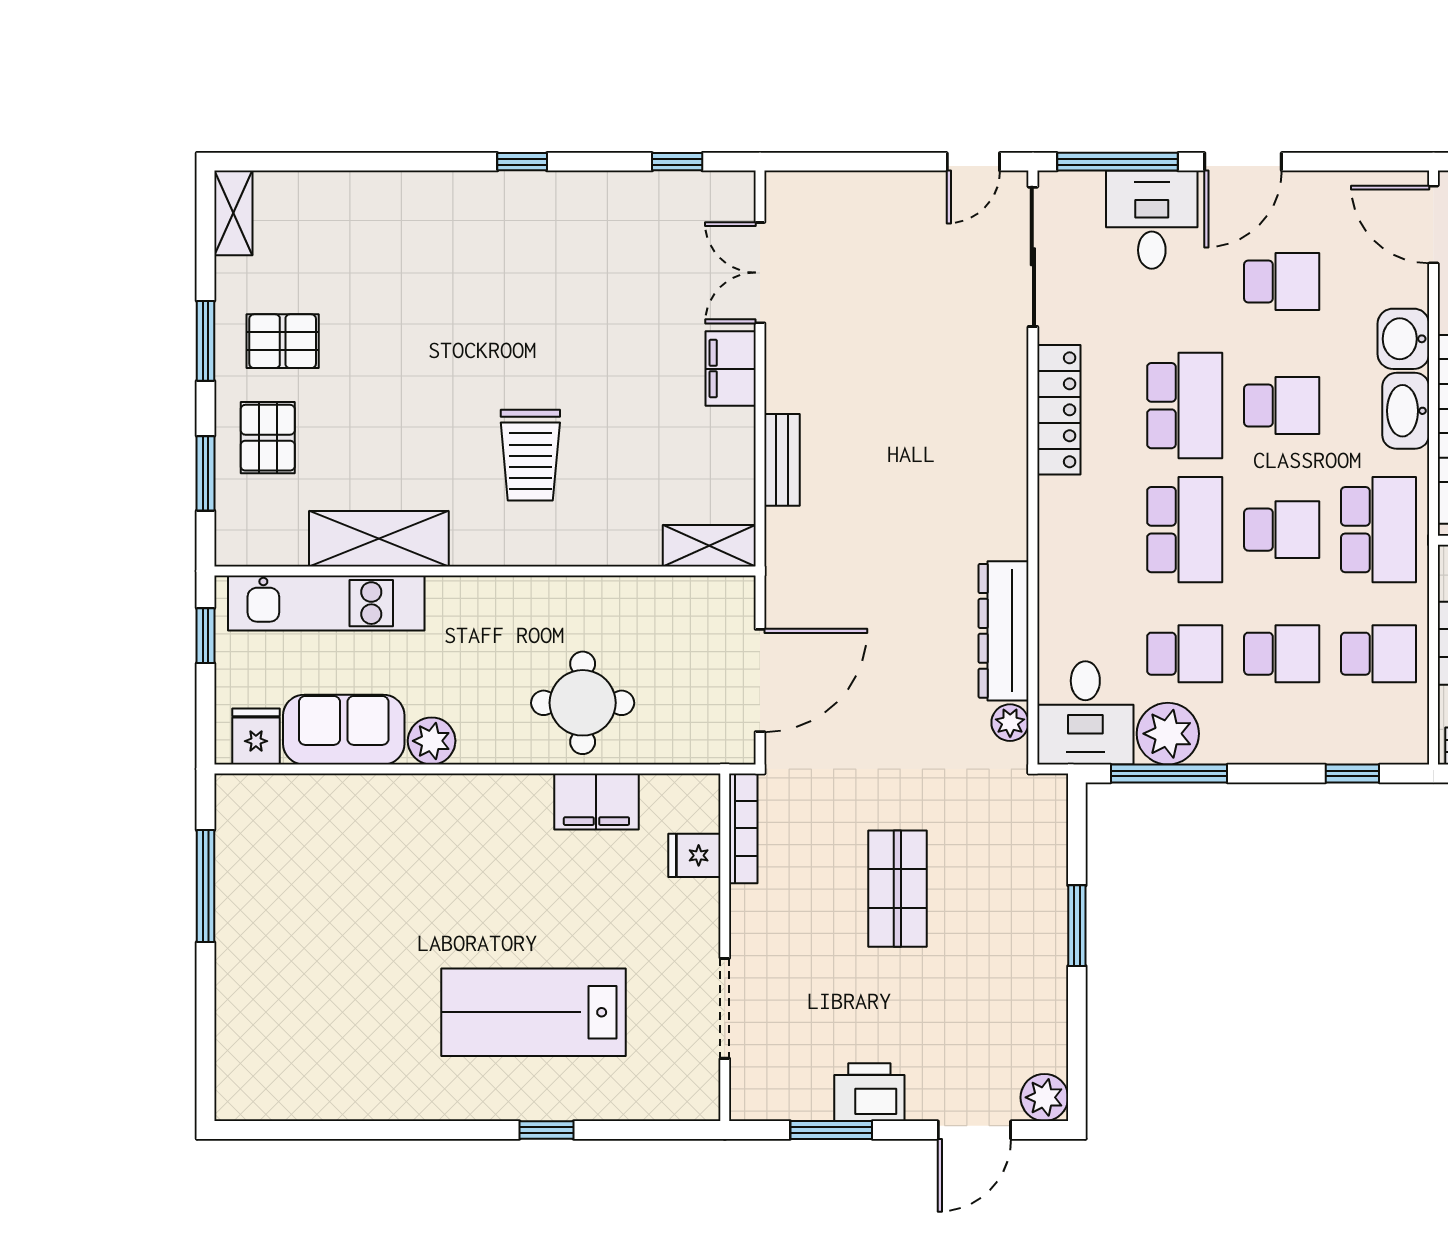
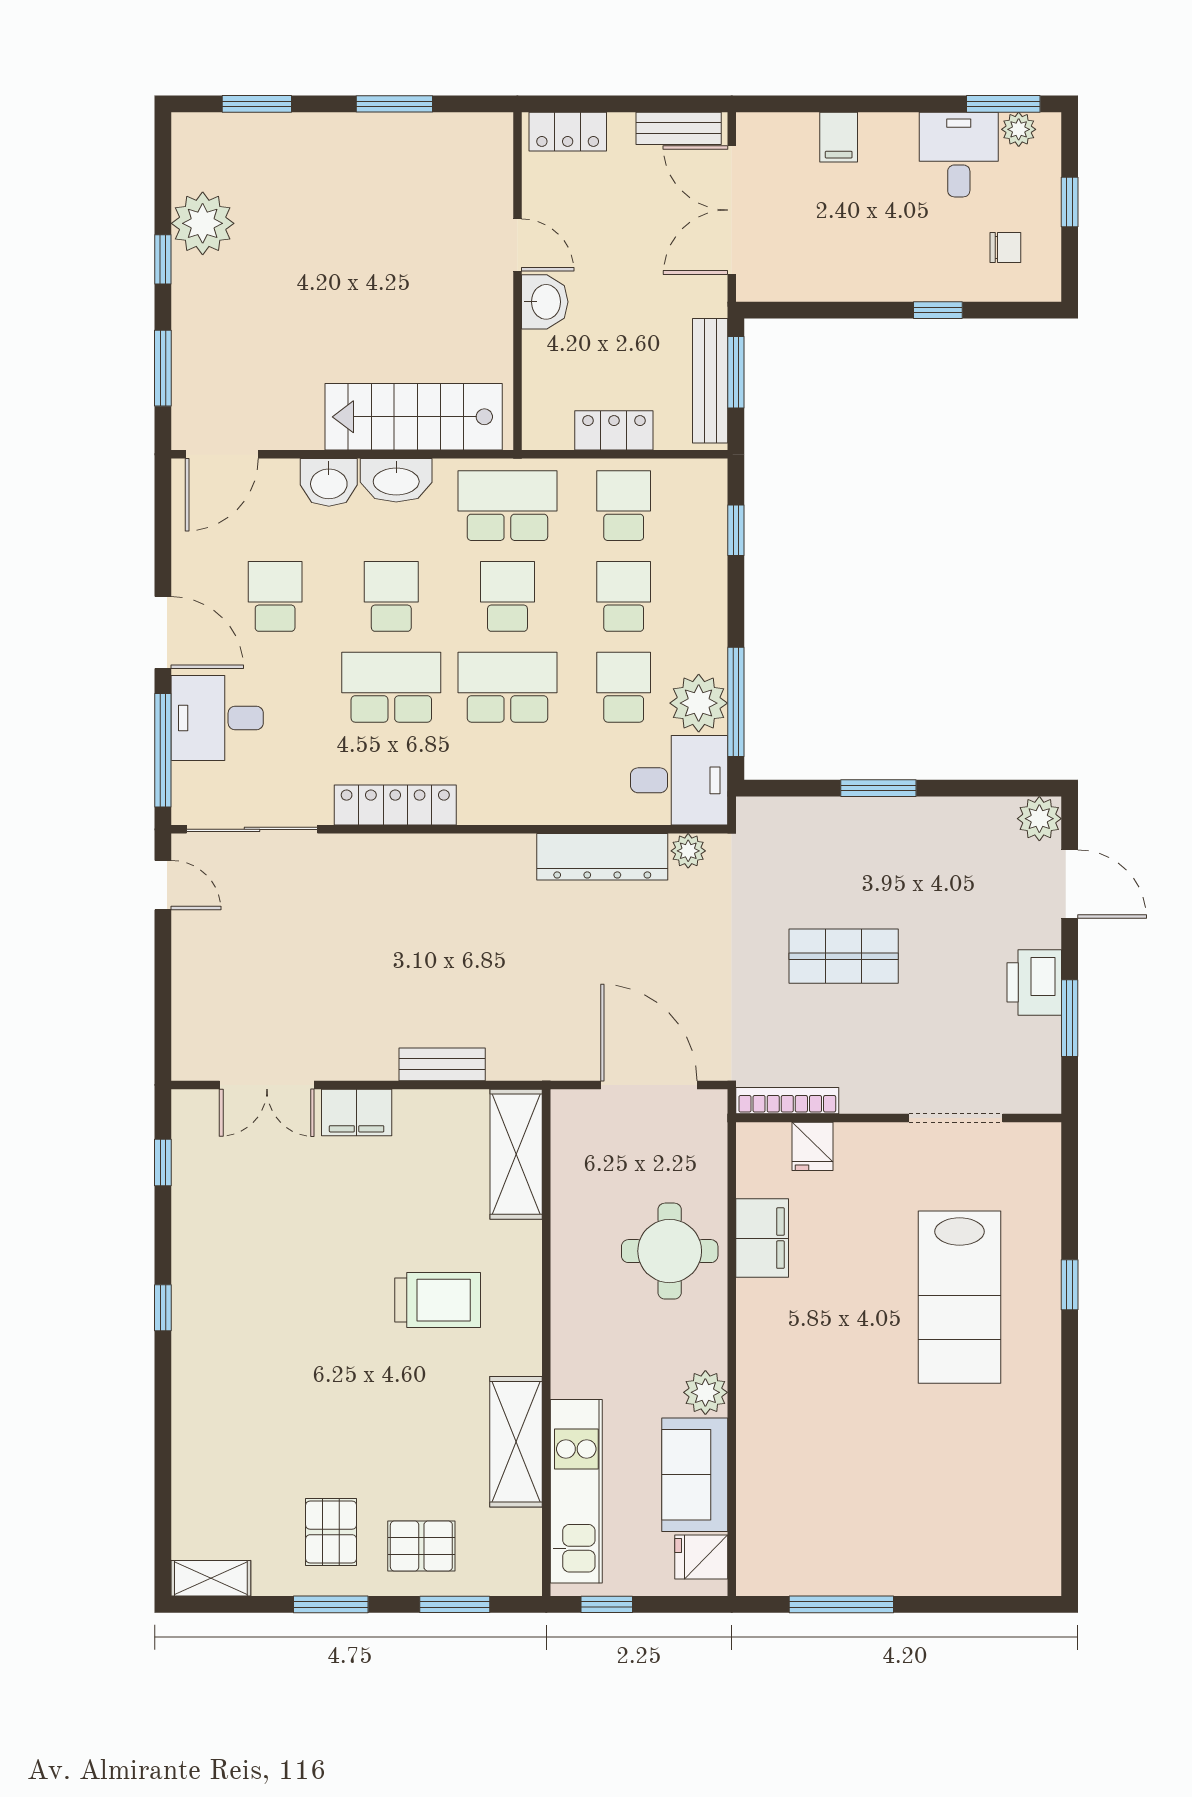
shelving: (709, 546) -> (516, 1154), width x1.50, depth x1.33

